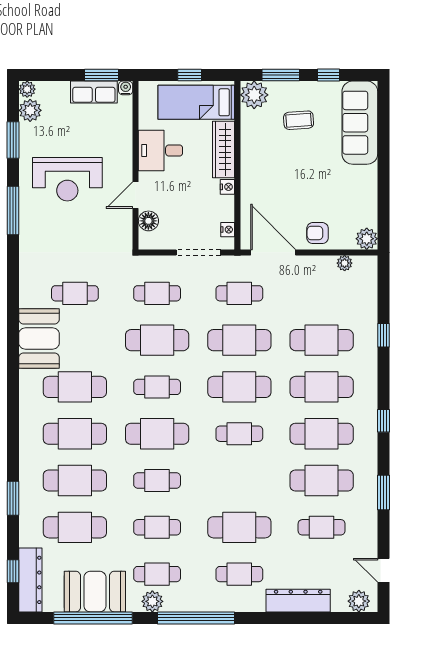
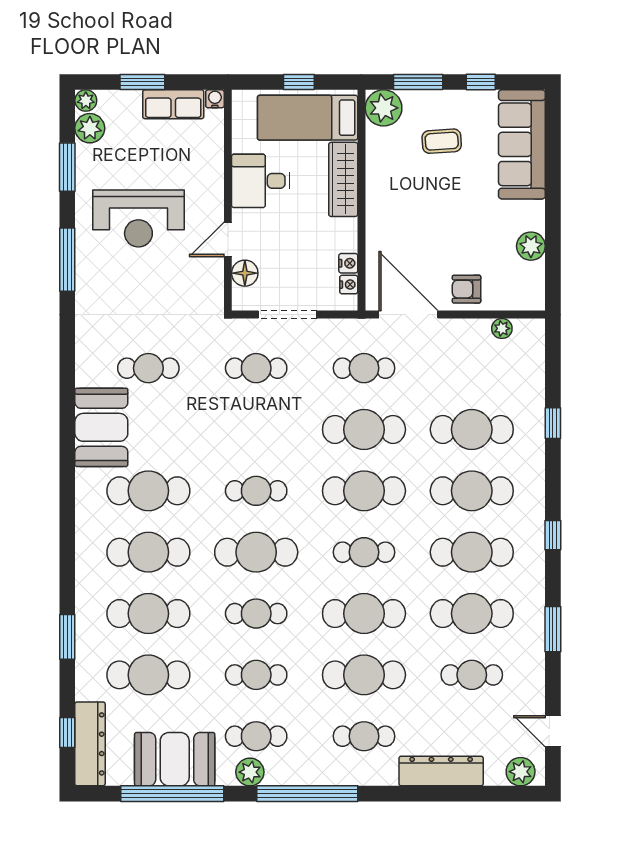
window: (102, 75) -> (142, 82), moved
nightstand: (227, 187) -> (348, 263), moved
plant: (367, 239) -> (531, 246), moved
doorway: (199, 252) -> (288, 315), moved
cafe table: (157, 340) -> (364, 614), moved

